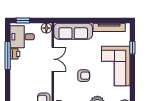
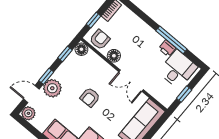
window: (23, 20) -> (184, 94), moved
floor lamp: (46, 28) -> (114, 56), moved

